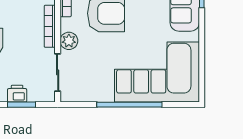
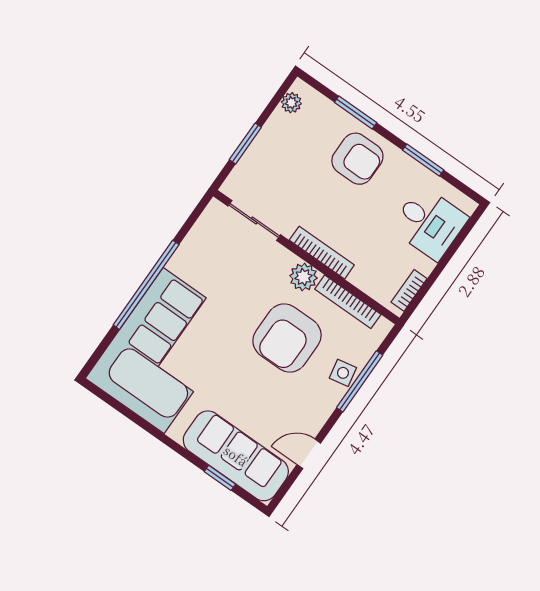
plant: (69, 41) -> (303, 277), moved
printer: (17, 94) -> (264, 148), removed

